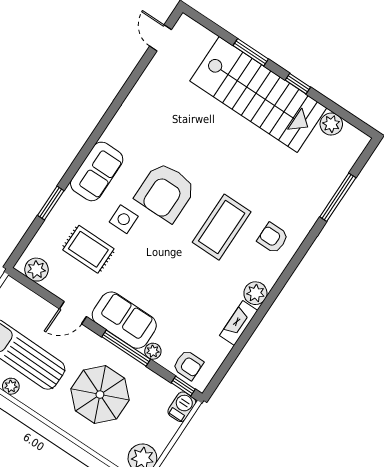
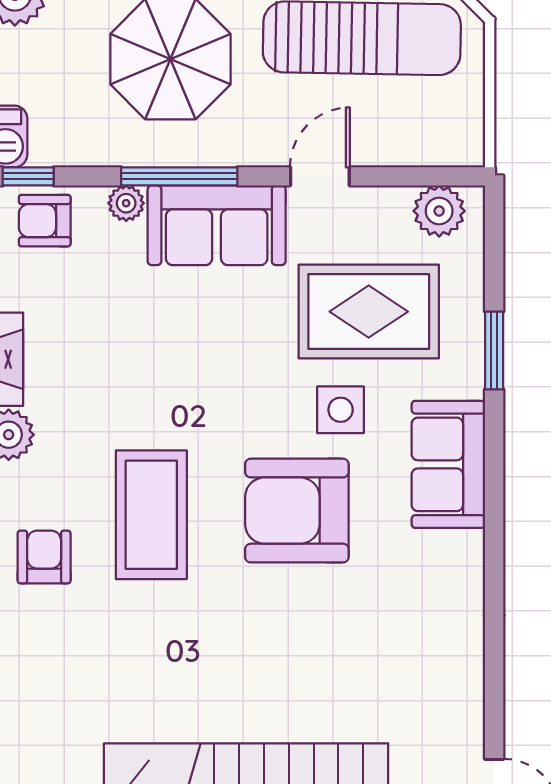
armchair: (166, 192) -> (297, 511), turned -90
armchair: (273, 238) -> (44, 557), turned -90
rug: (88, 249) -> (369, 312), width x1.36, depth x1.43

